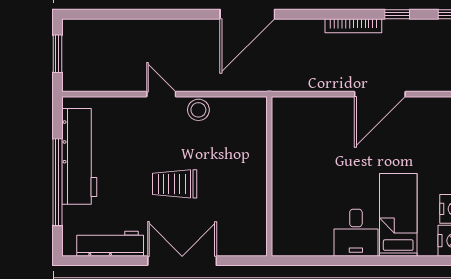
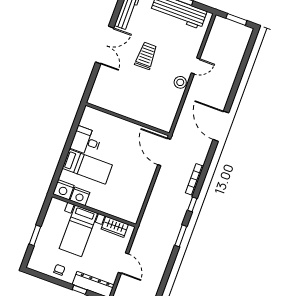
door: (380, 94) -> (164, 152), moved
wall: (269, 176) -> (127, 119), moved

